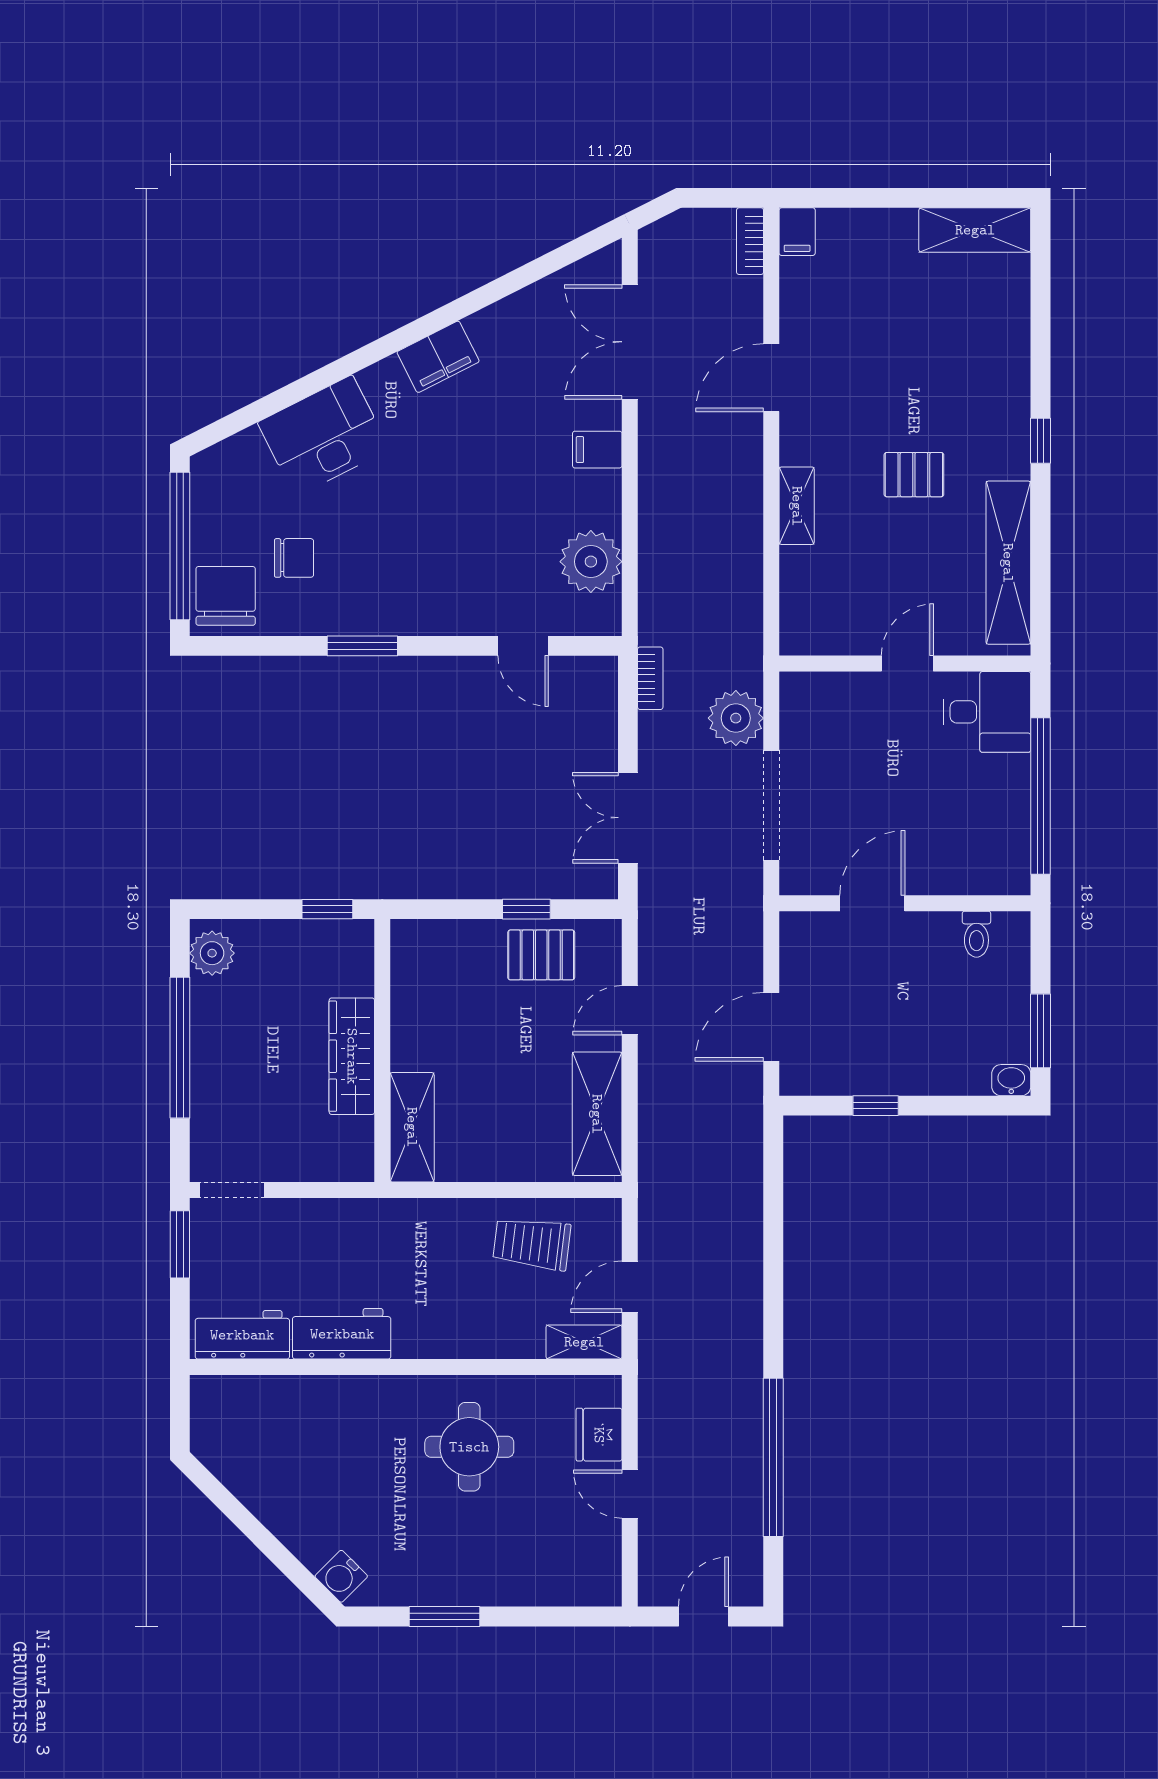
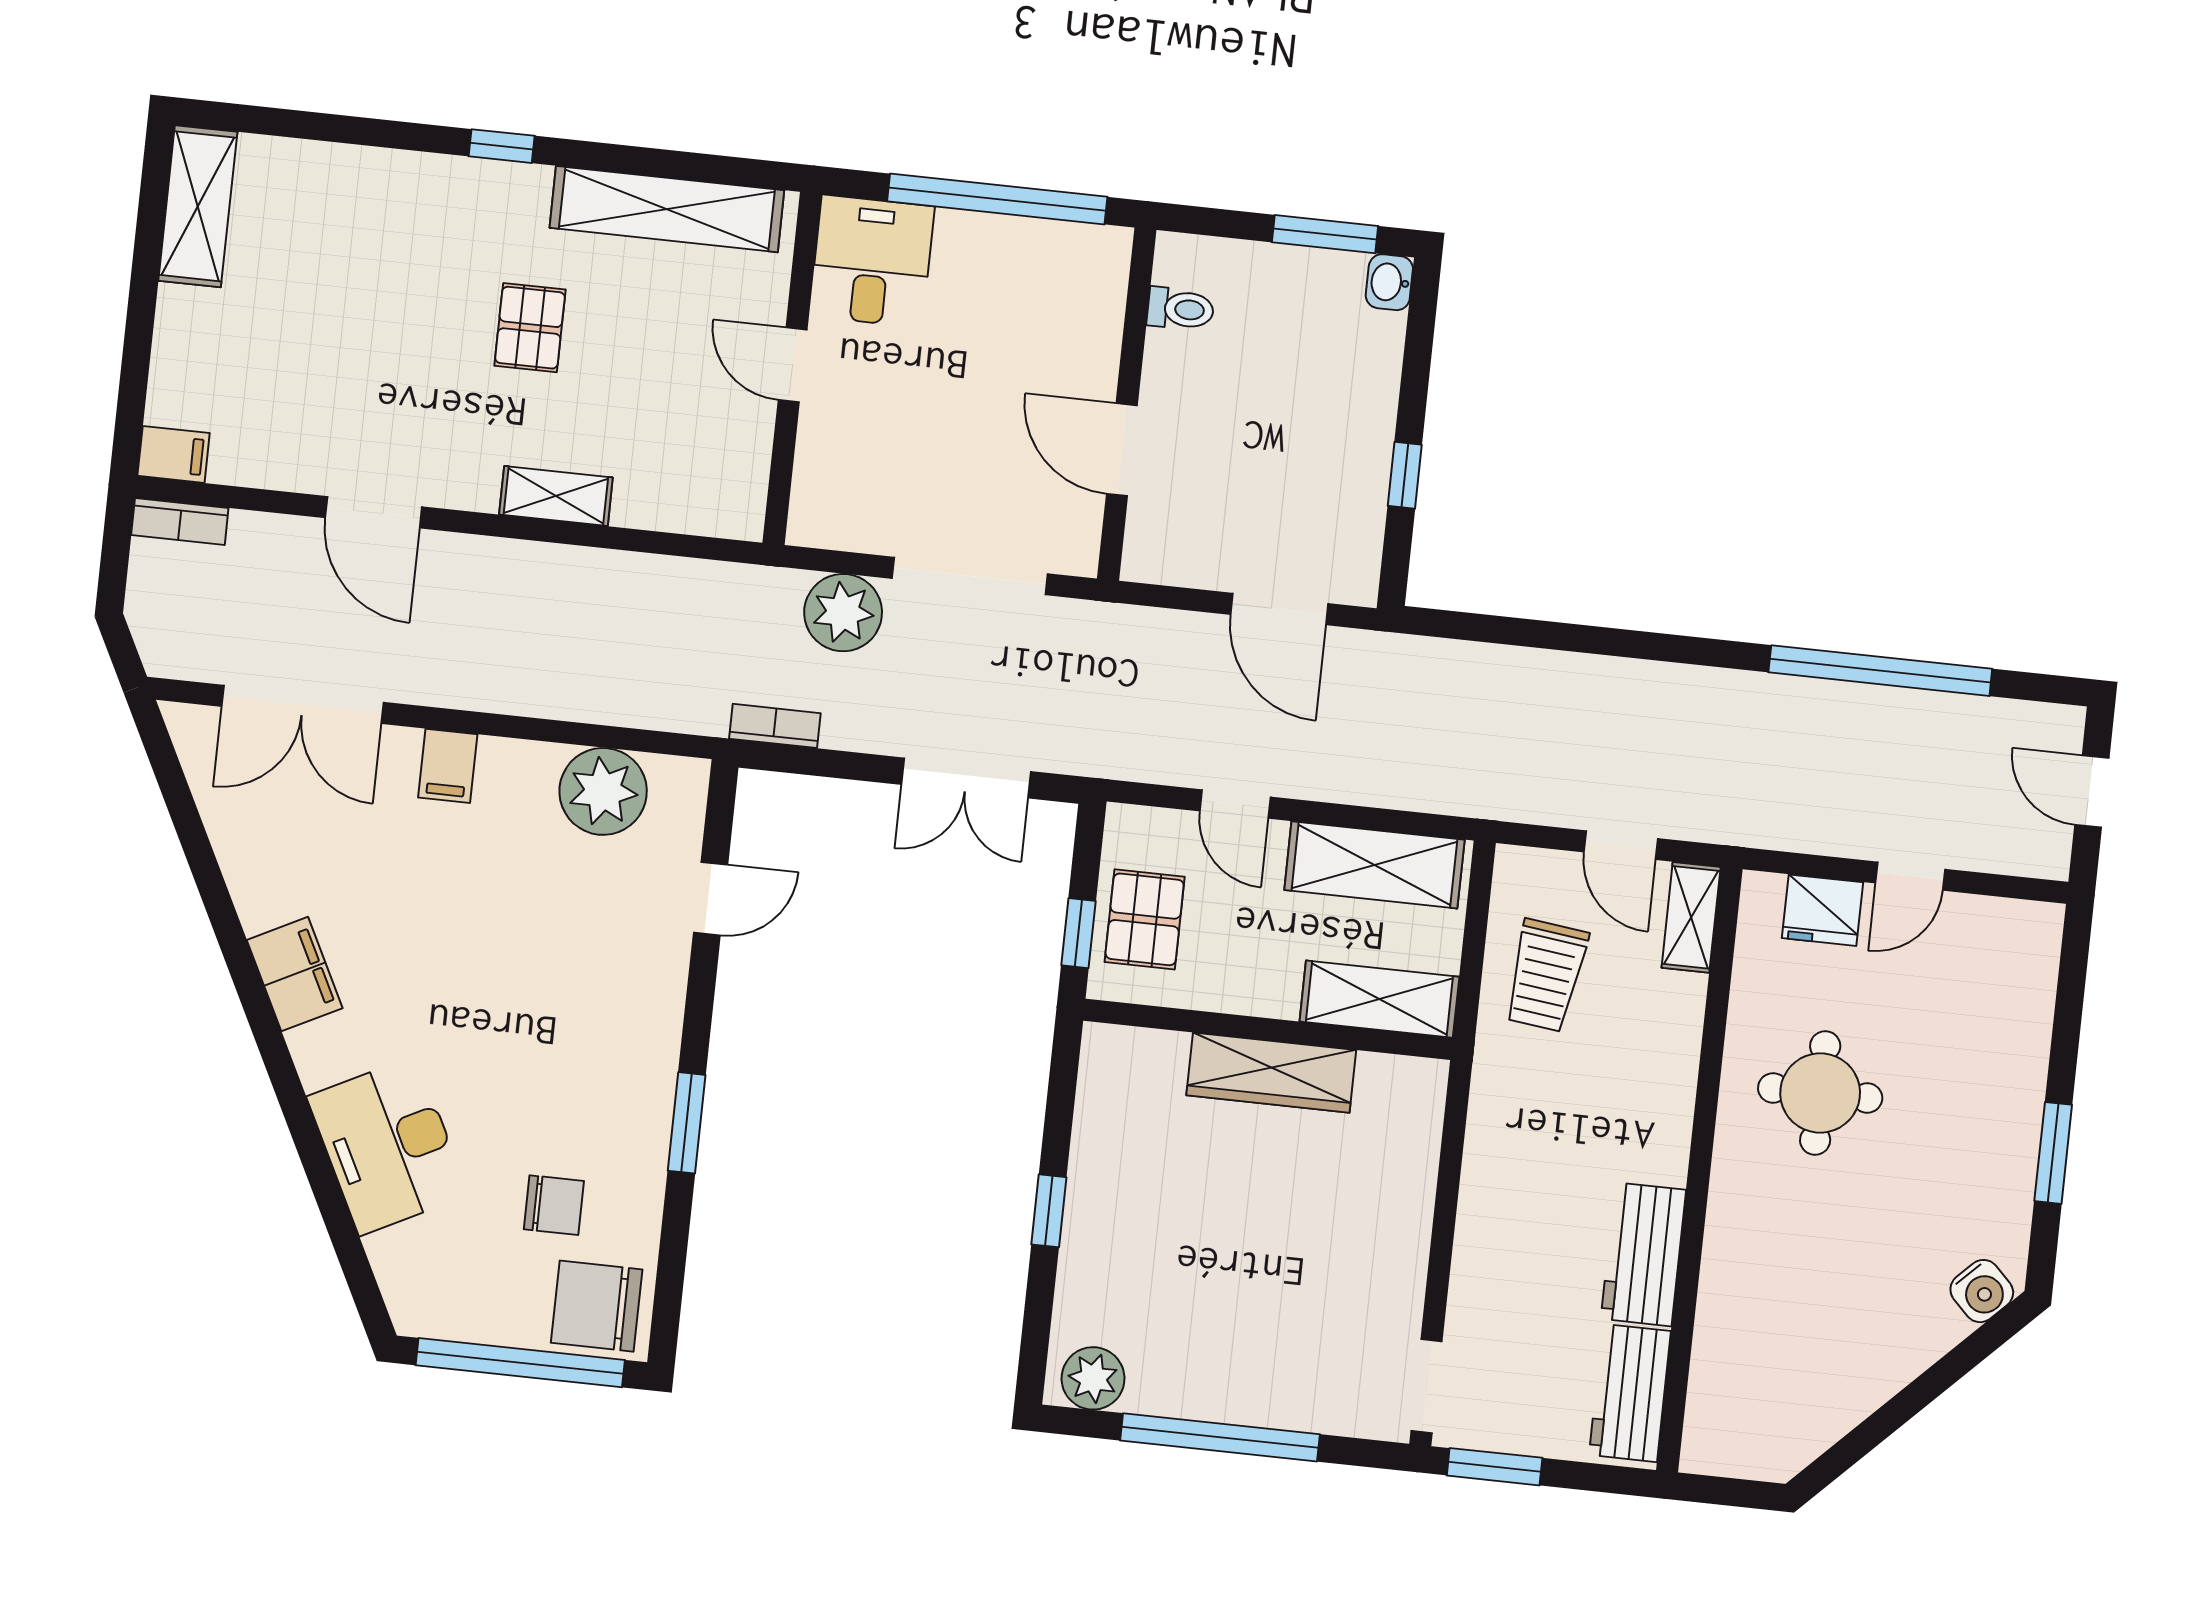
chair: (294, 558) -> (554, 1205), turned 90
wall: (382, 1051) -> (1268, 1029), moved
wardrobe: (352, 1056) -> (1271, 1073), moved
shelving: (412, 1127) -> (1379, 999), moved

